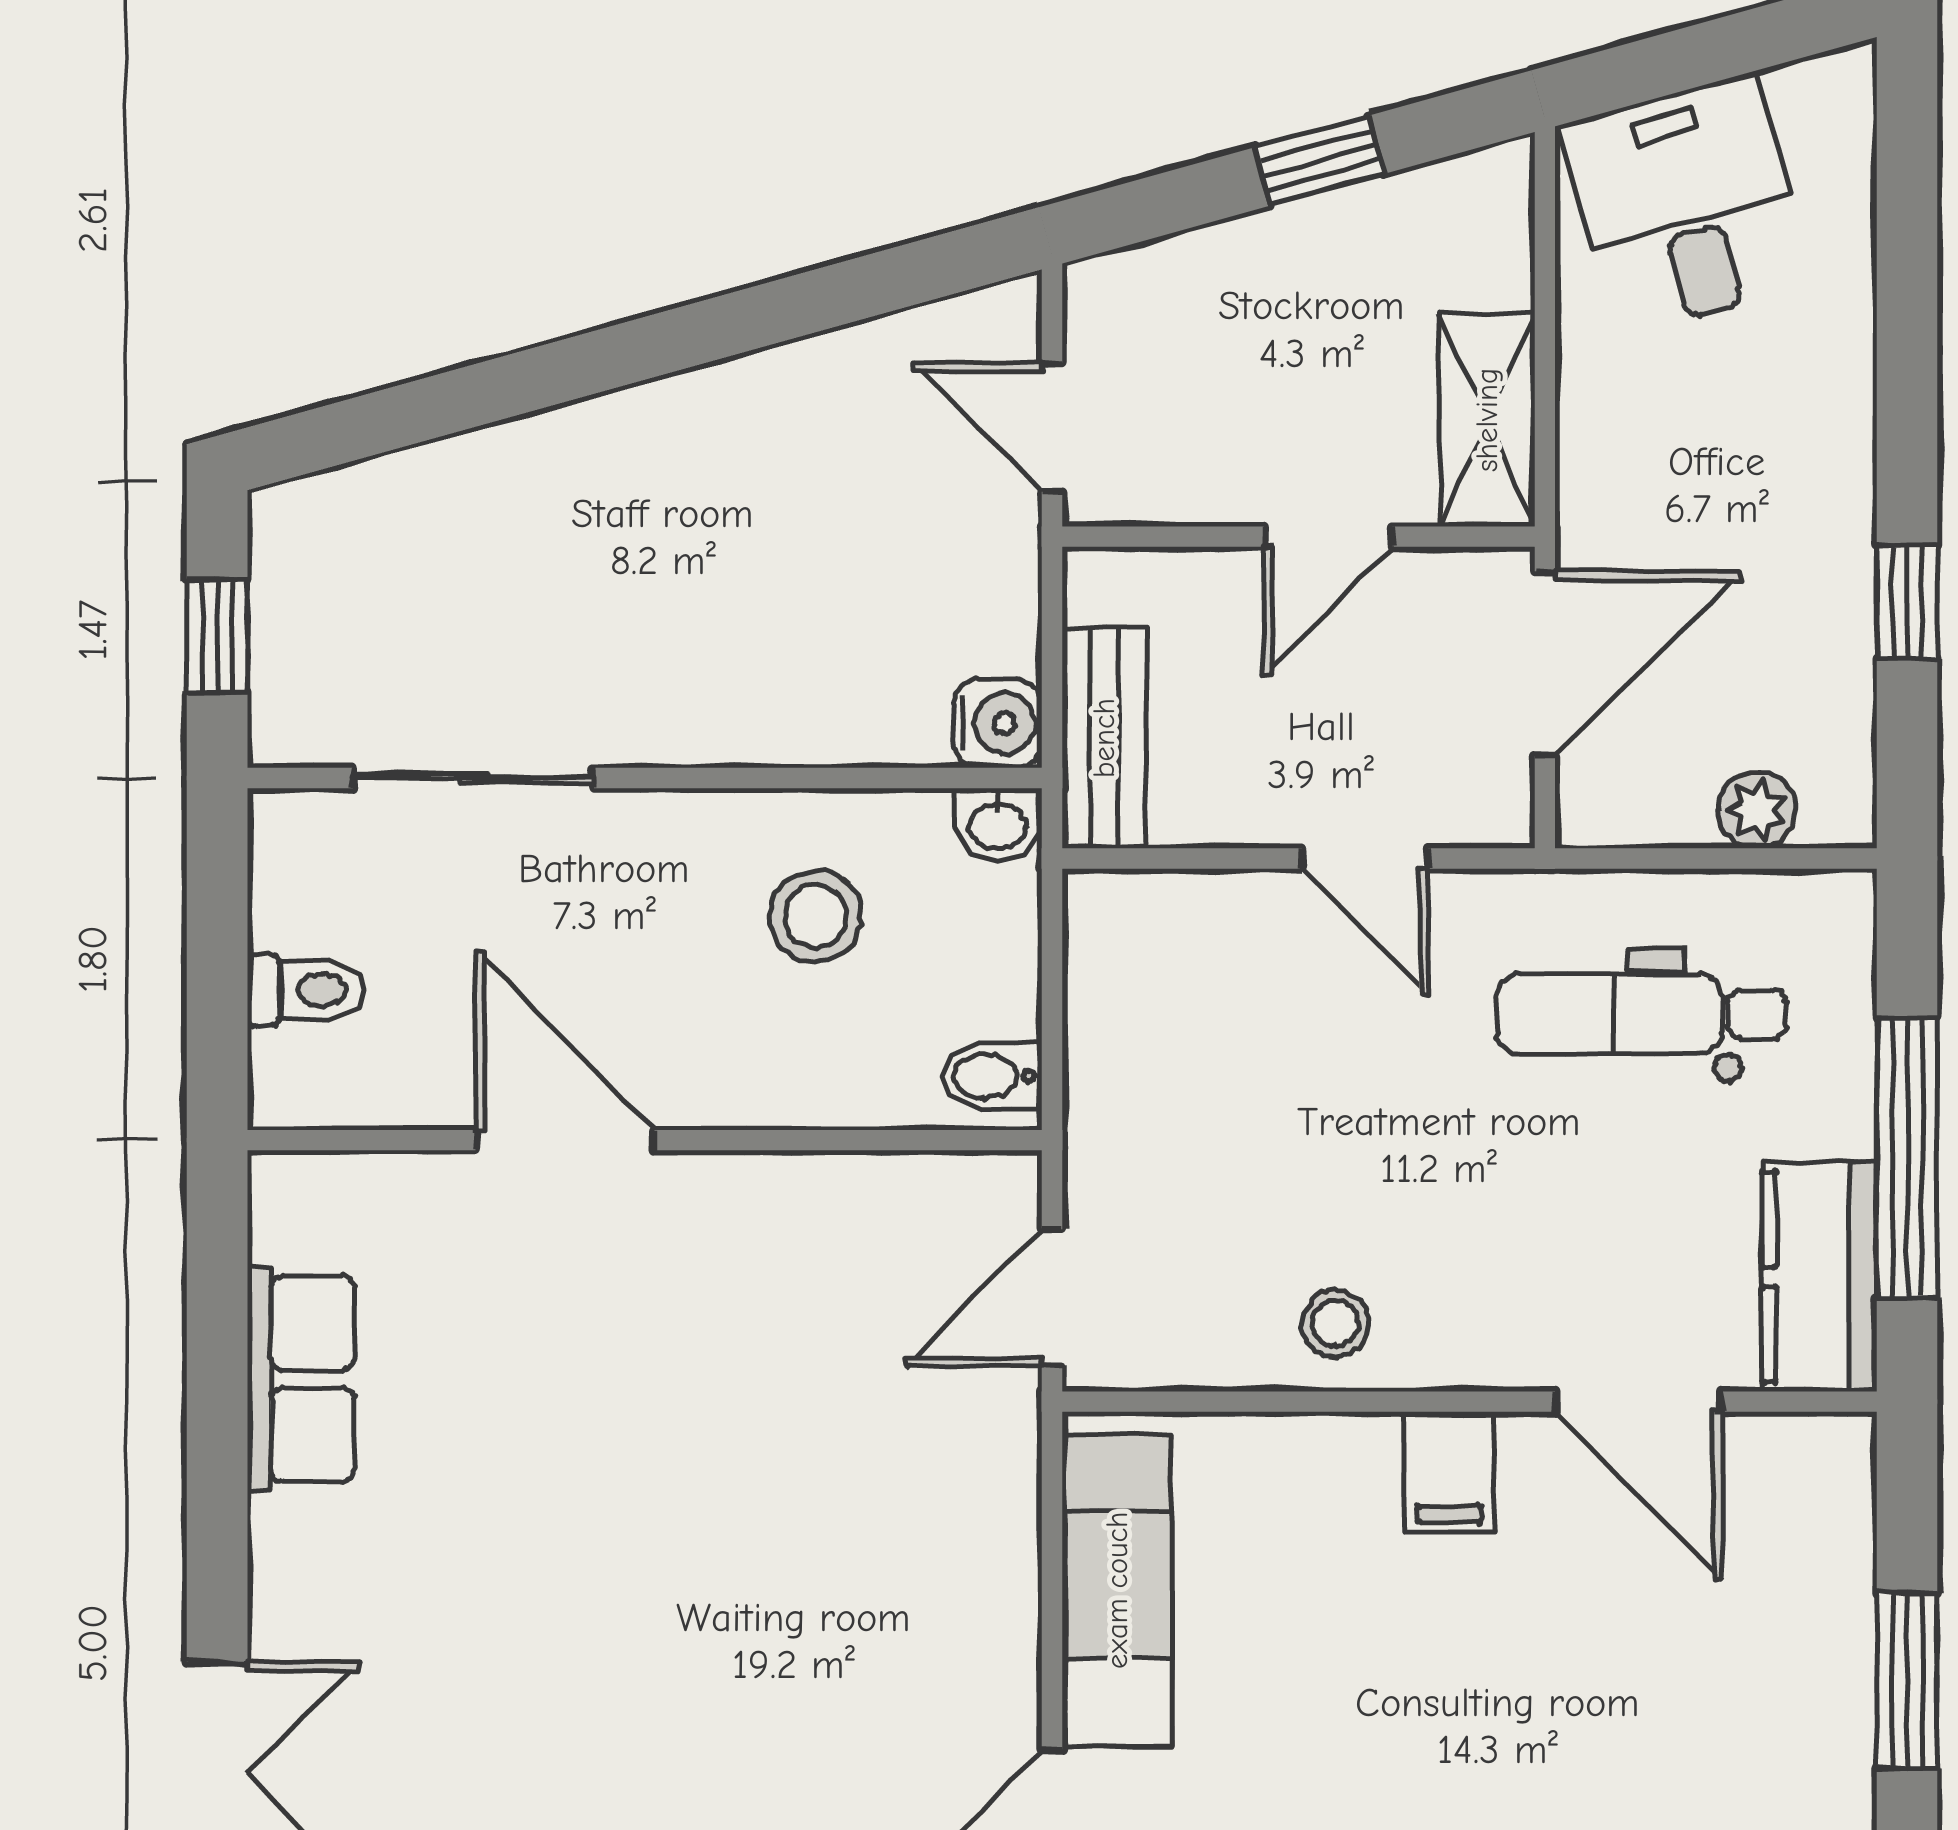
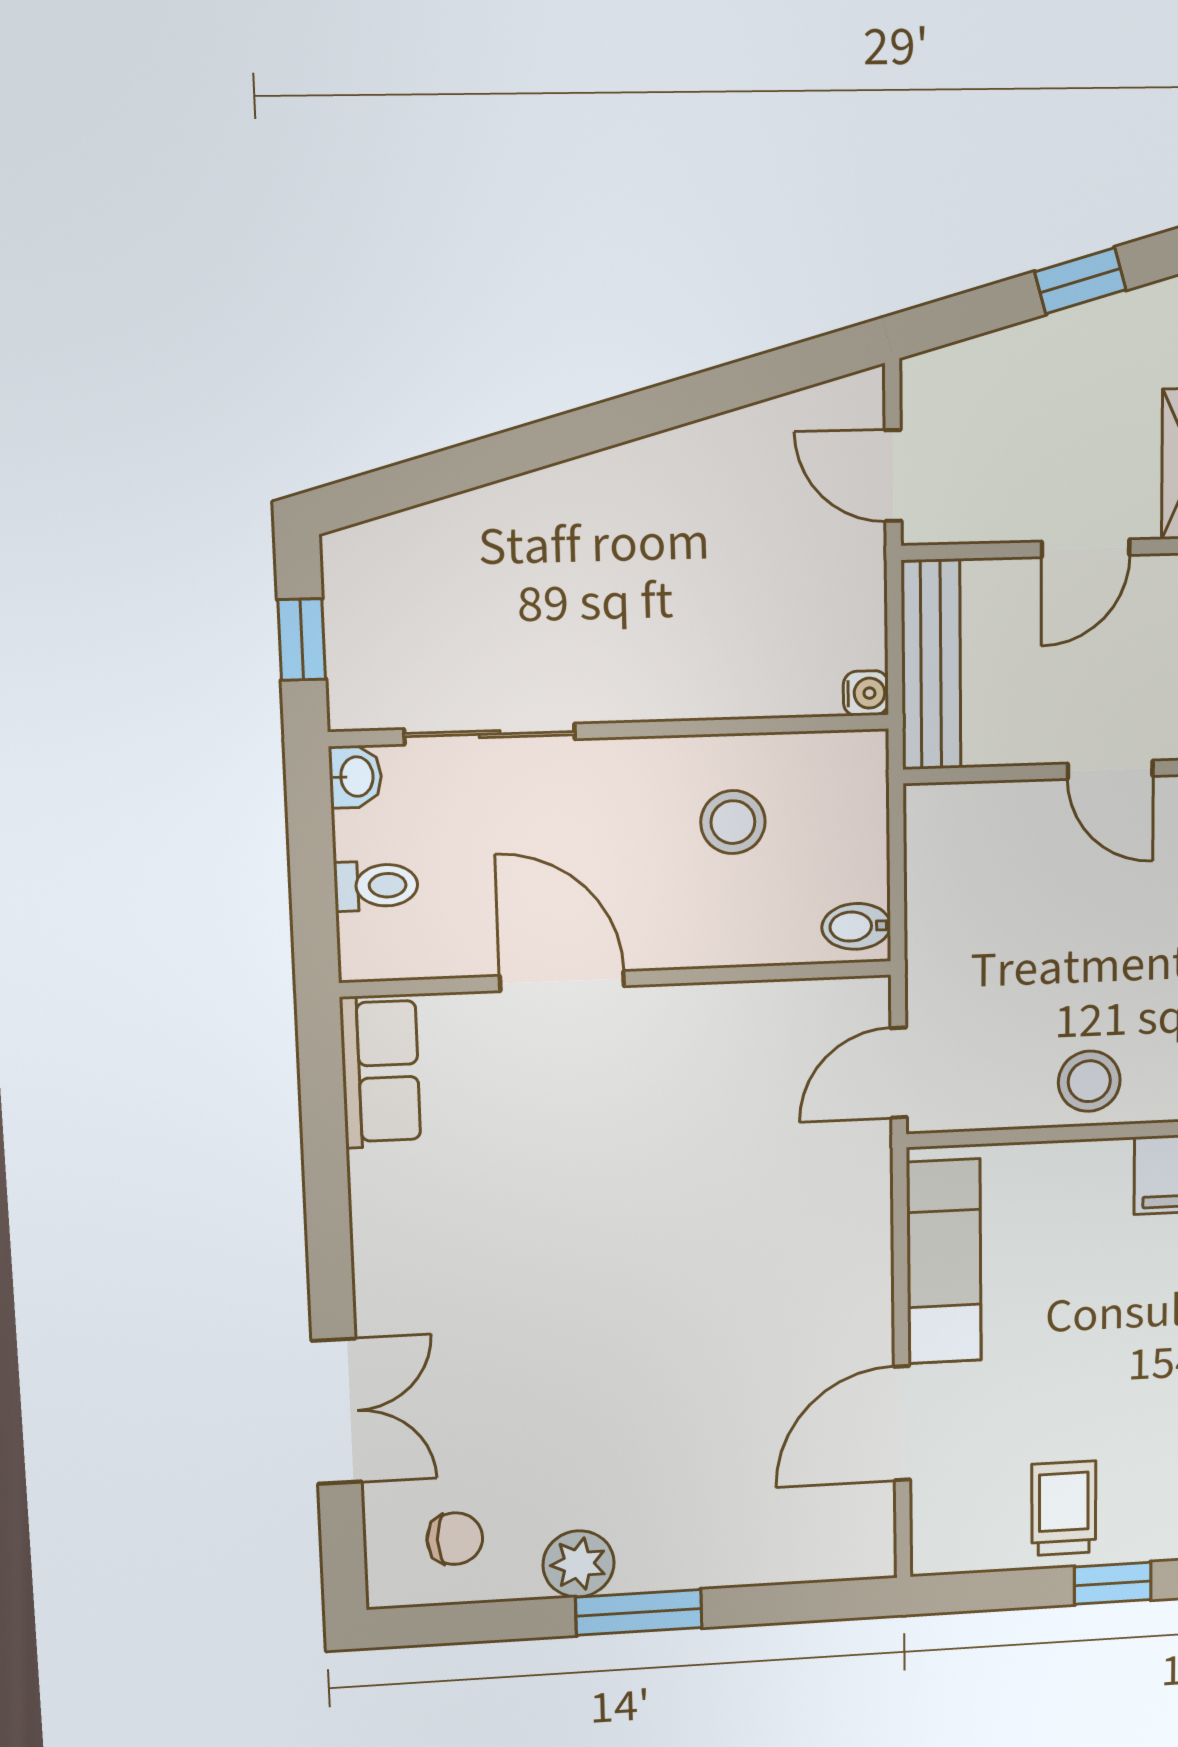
water cooler: (998, 724) -> (866, 693), width x0.72, depth x0.72
bench: (1104, 738) -> (931, 665), width x1.36
washbasin: (998, 824) -> (355, 777), moved, turned -90
stool: (1335, 1323) -> (1089, 1081), width x1.37, depth x1.37
row of seats: (301, 1379) -> (380, 1071), moved

